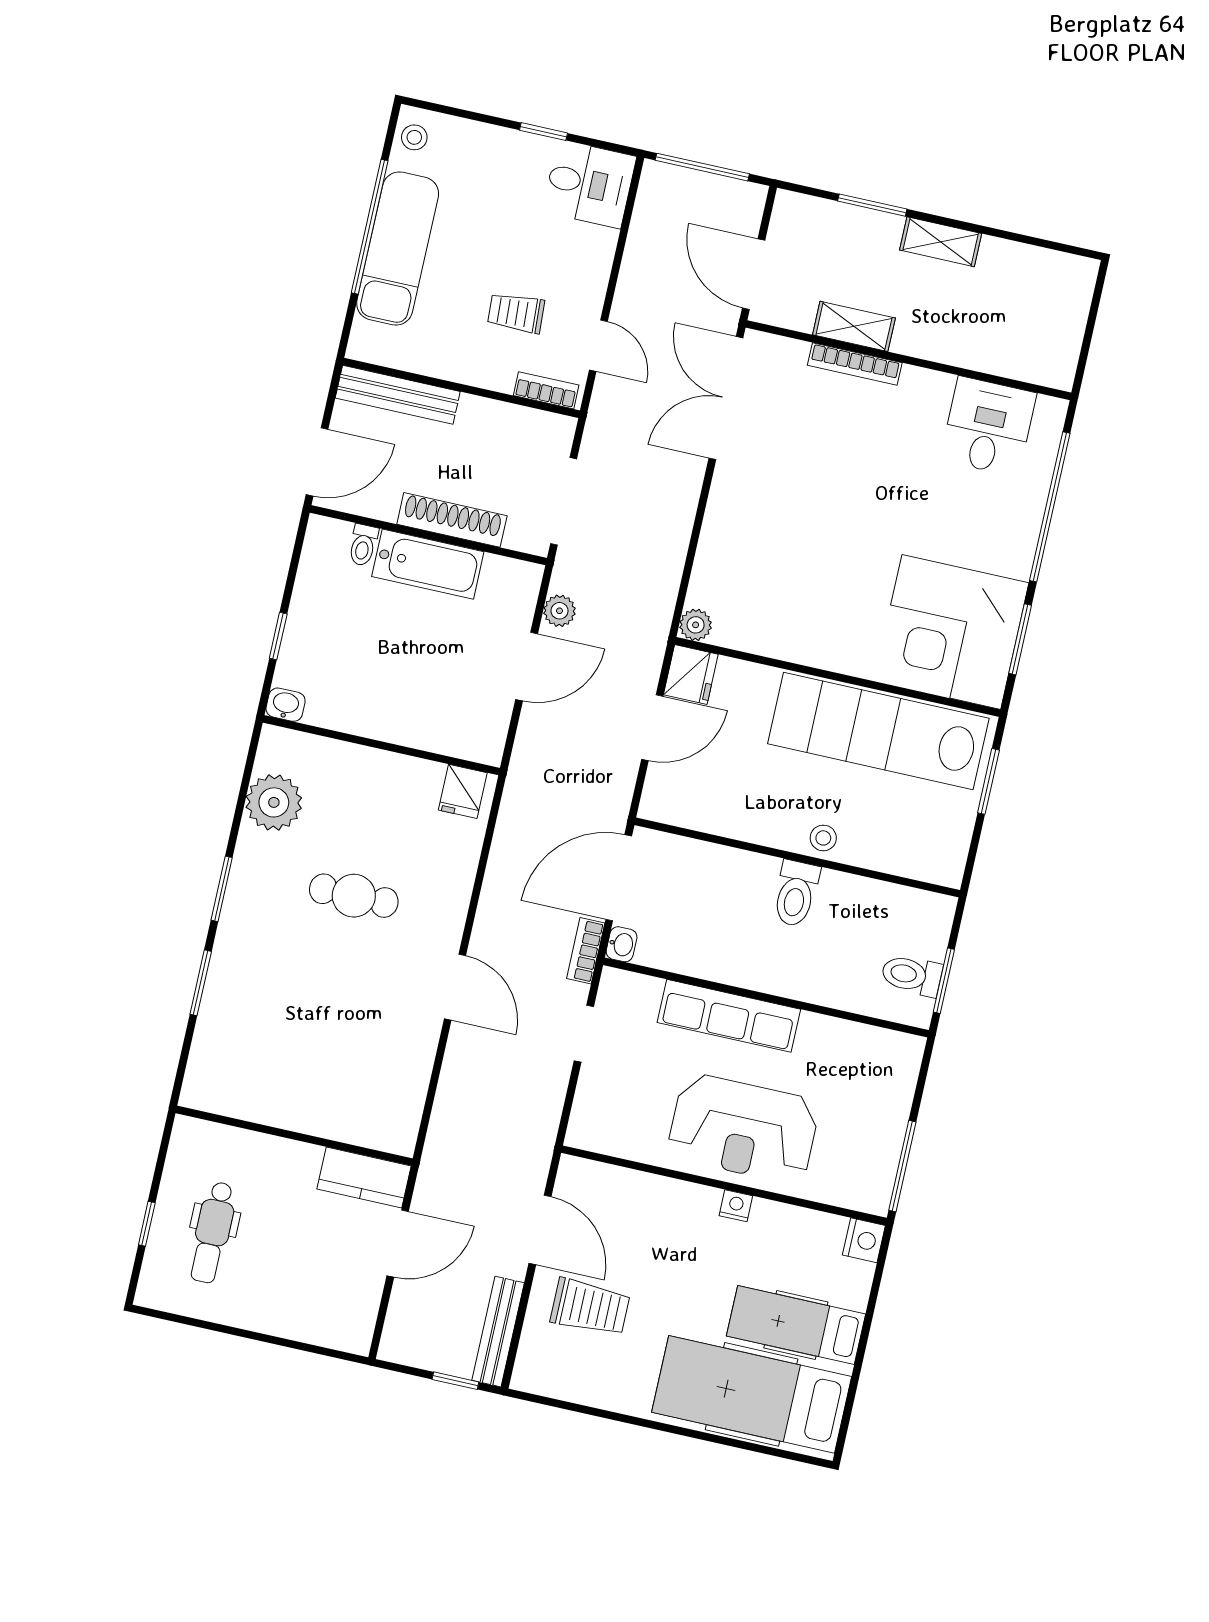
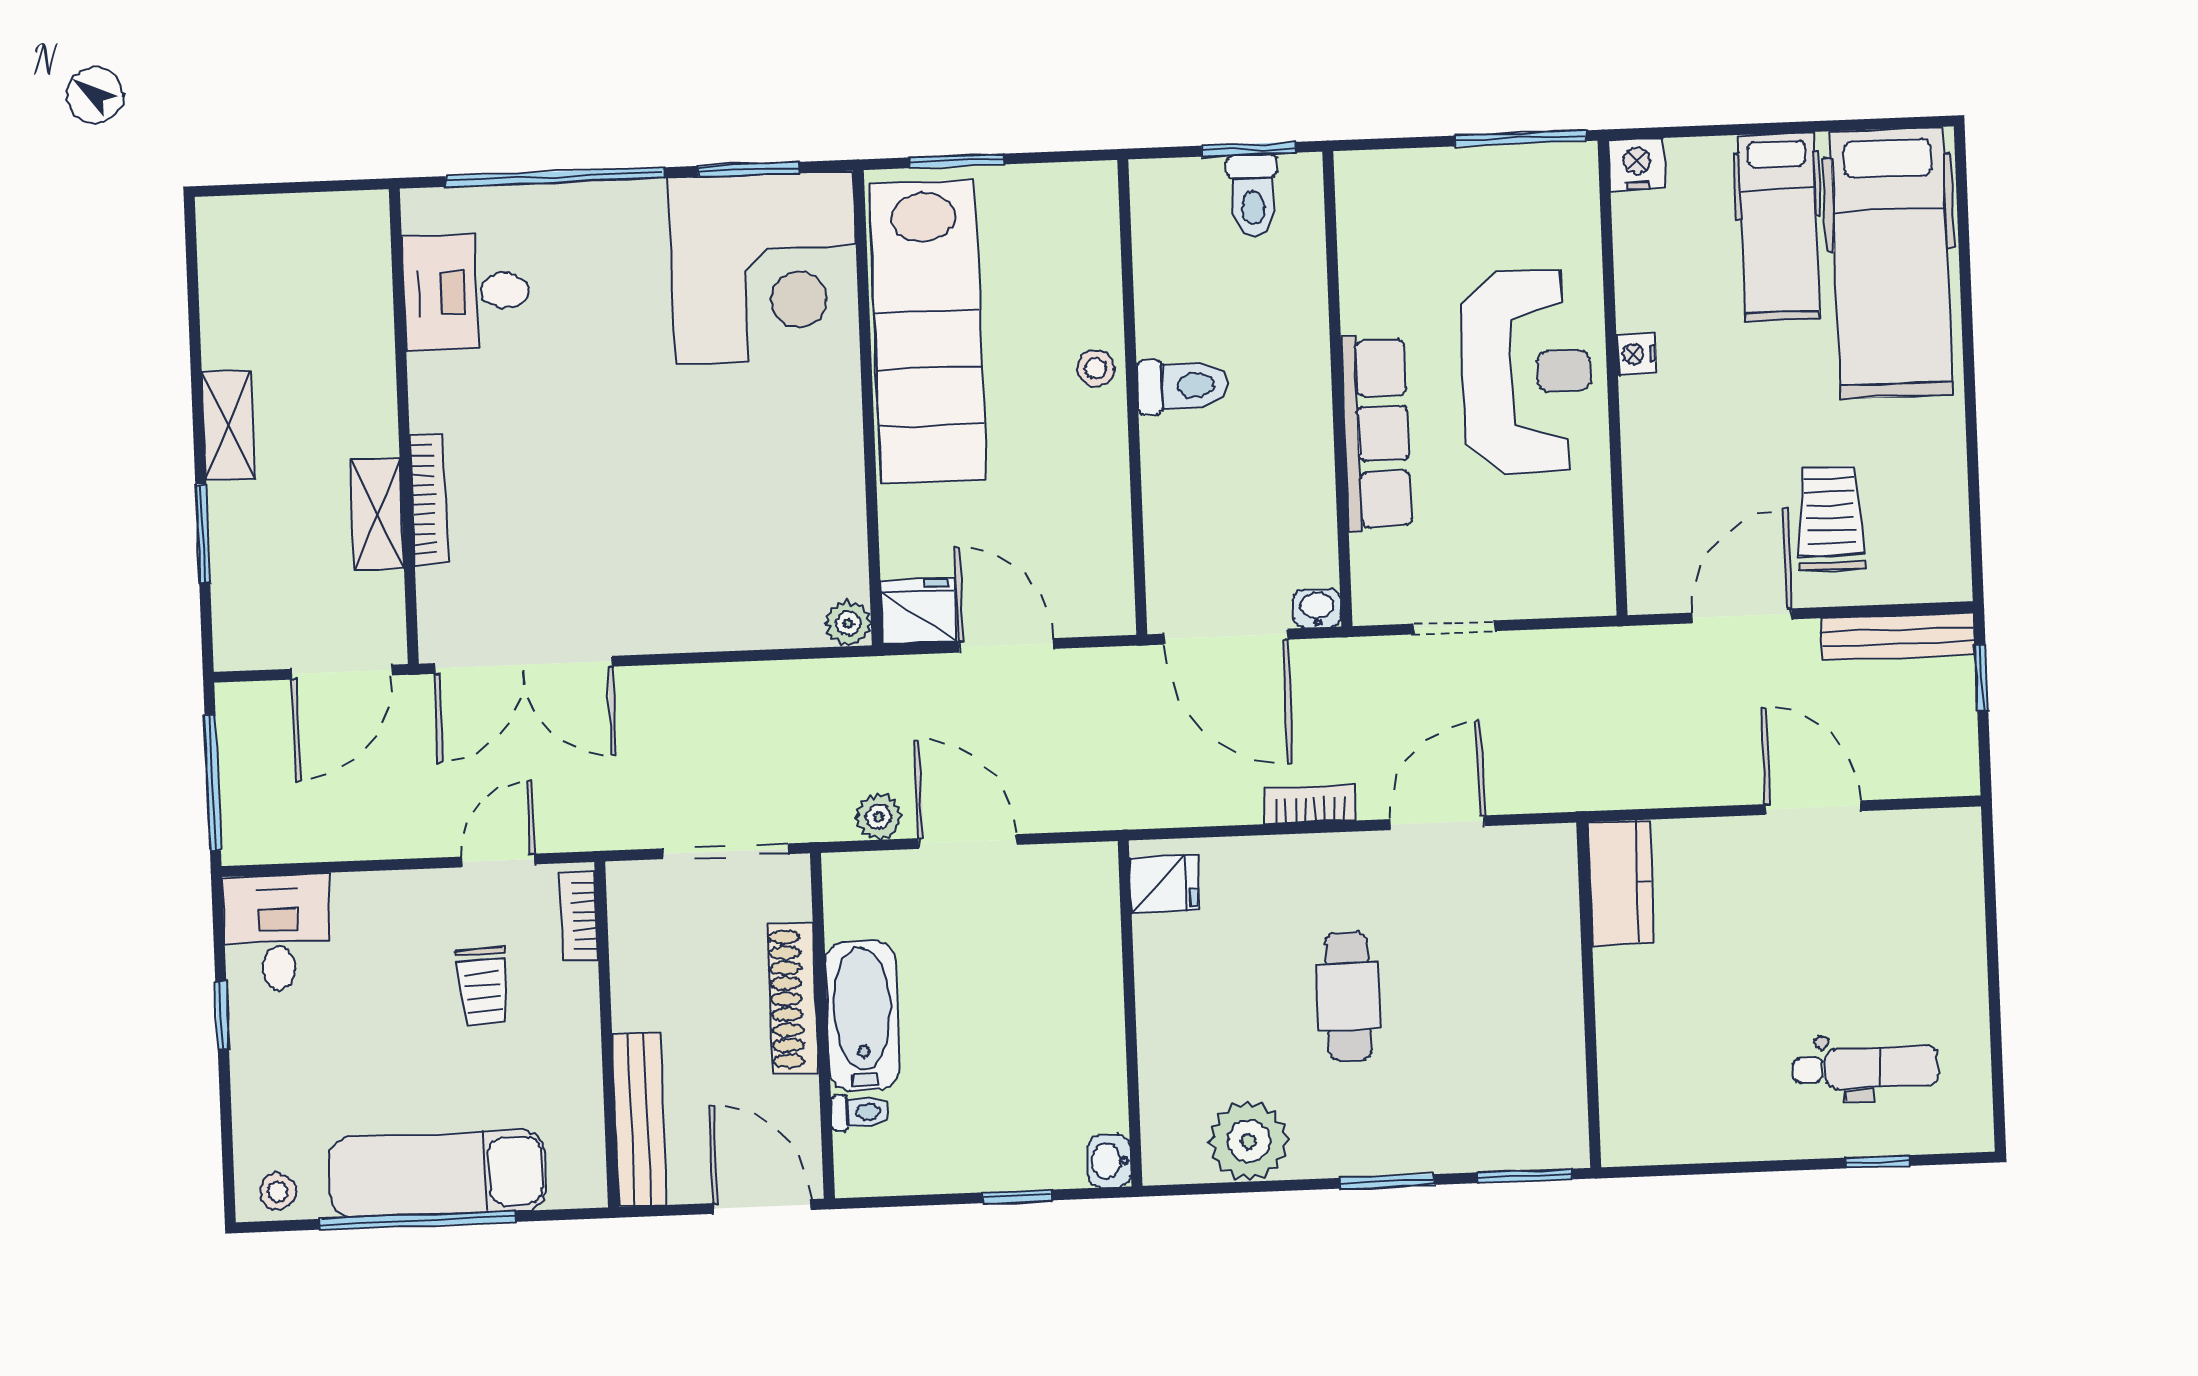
bookcase: (586, 951) -> (1310, 804), moved, turned 180
wall: (294, 1136) -> (1589, 995), moved
kitchen counter: (364, 1178) -> (1621, 883), moved

